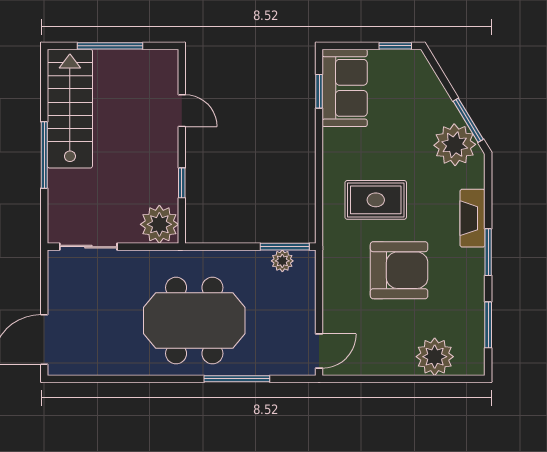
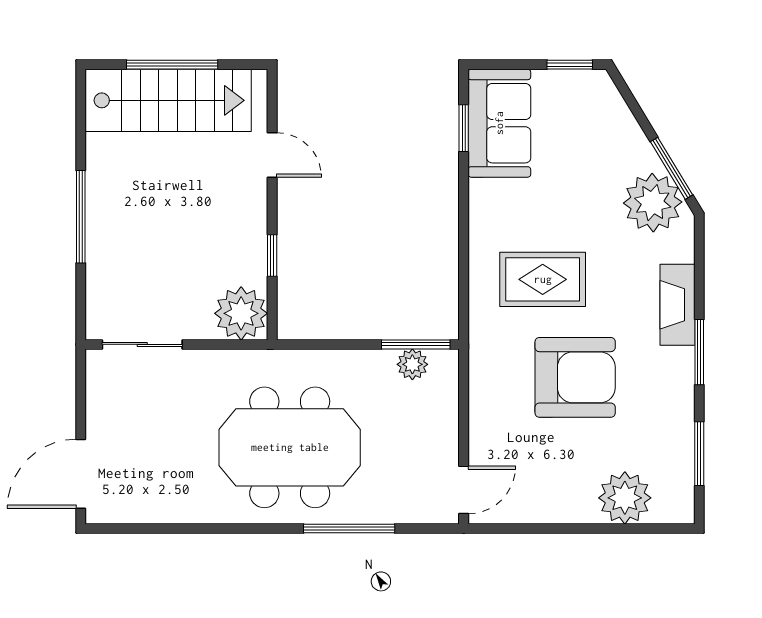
stairs: (70, 109) -> (168, 100), moved, turned 90

